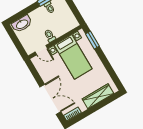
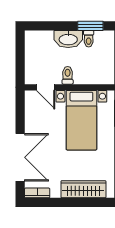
washbasin: (22, 24) -> (68, 39), moved

